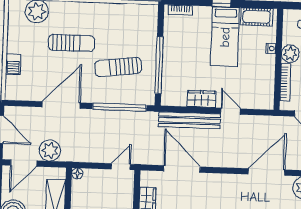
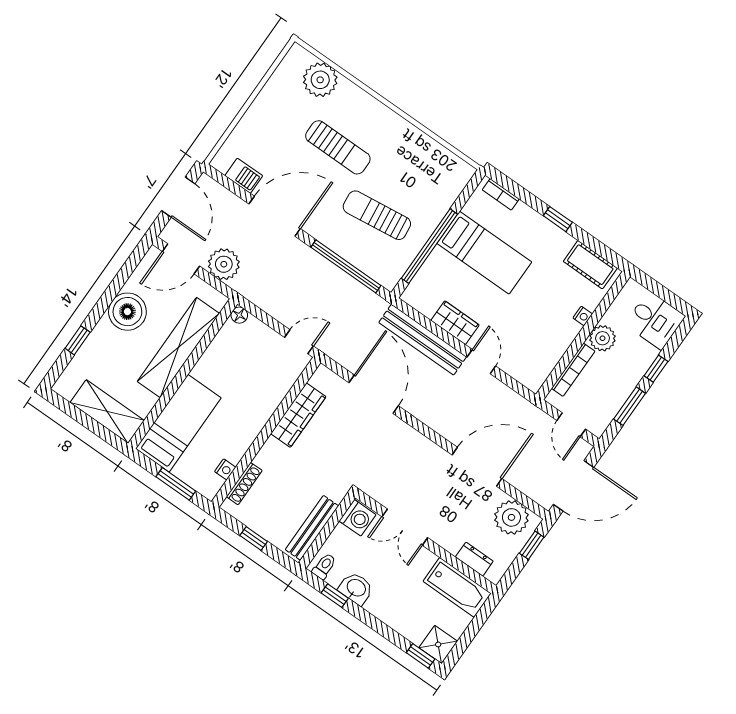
bed: (225, 37) -> (484, 253), moved, turned -90
barbecue: (13, 64) -> (244, 176), moved, turned -90

